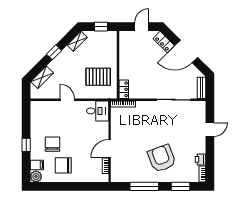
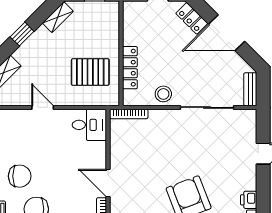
locker: (124, 89) -> (130, 68), moved, width x1.53
stool: (145, 91) -> (163, 94), added
chair: (53, 144) -> (20, 176), turned 90
door: (110, 149) -> (108, 183), hinge flipped

